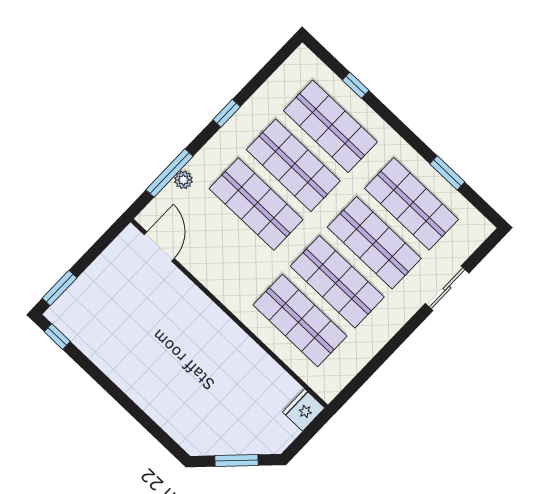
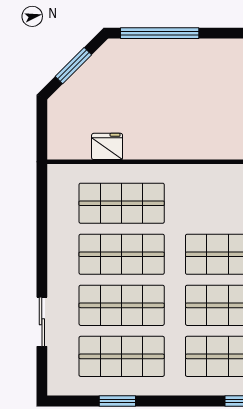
fridge: (304, 410) -> (107, 146), moved, turned -90
window: (147, 422) -> (160, 33), added

